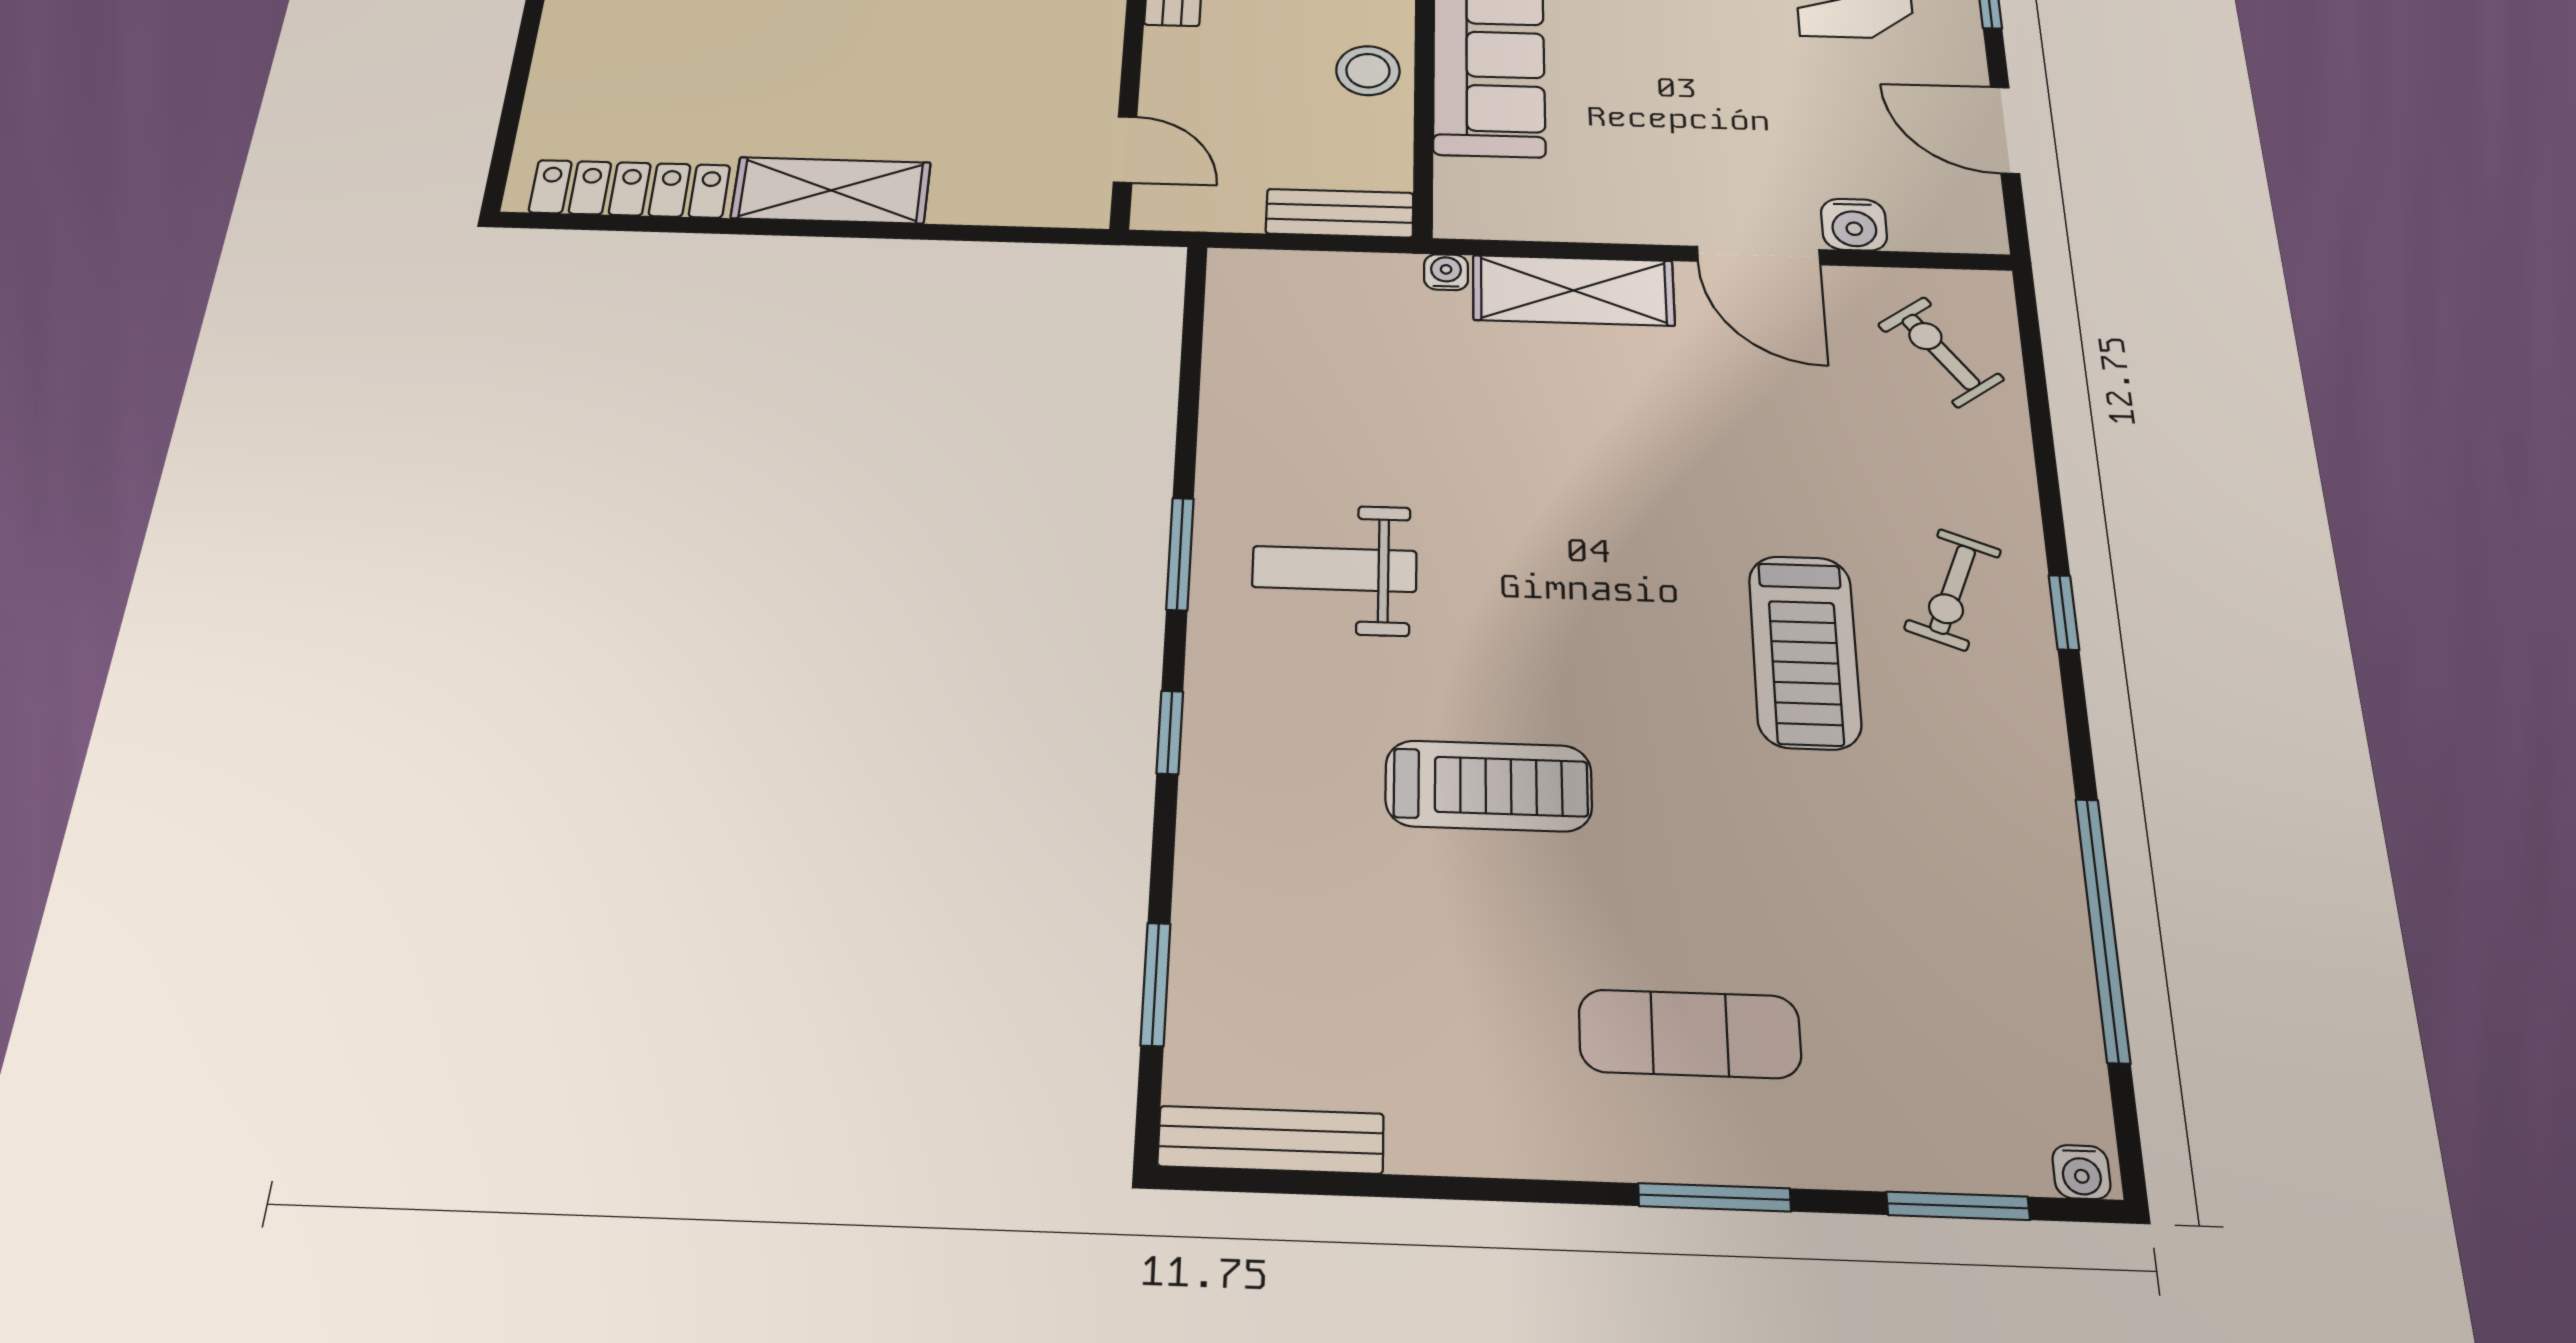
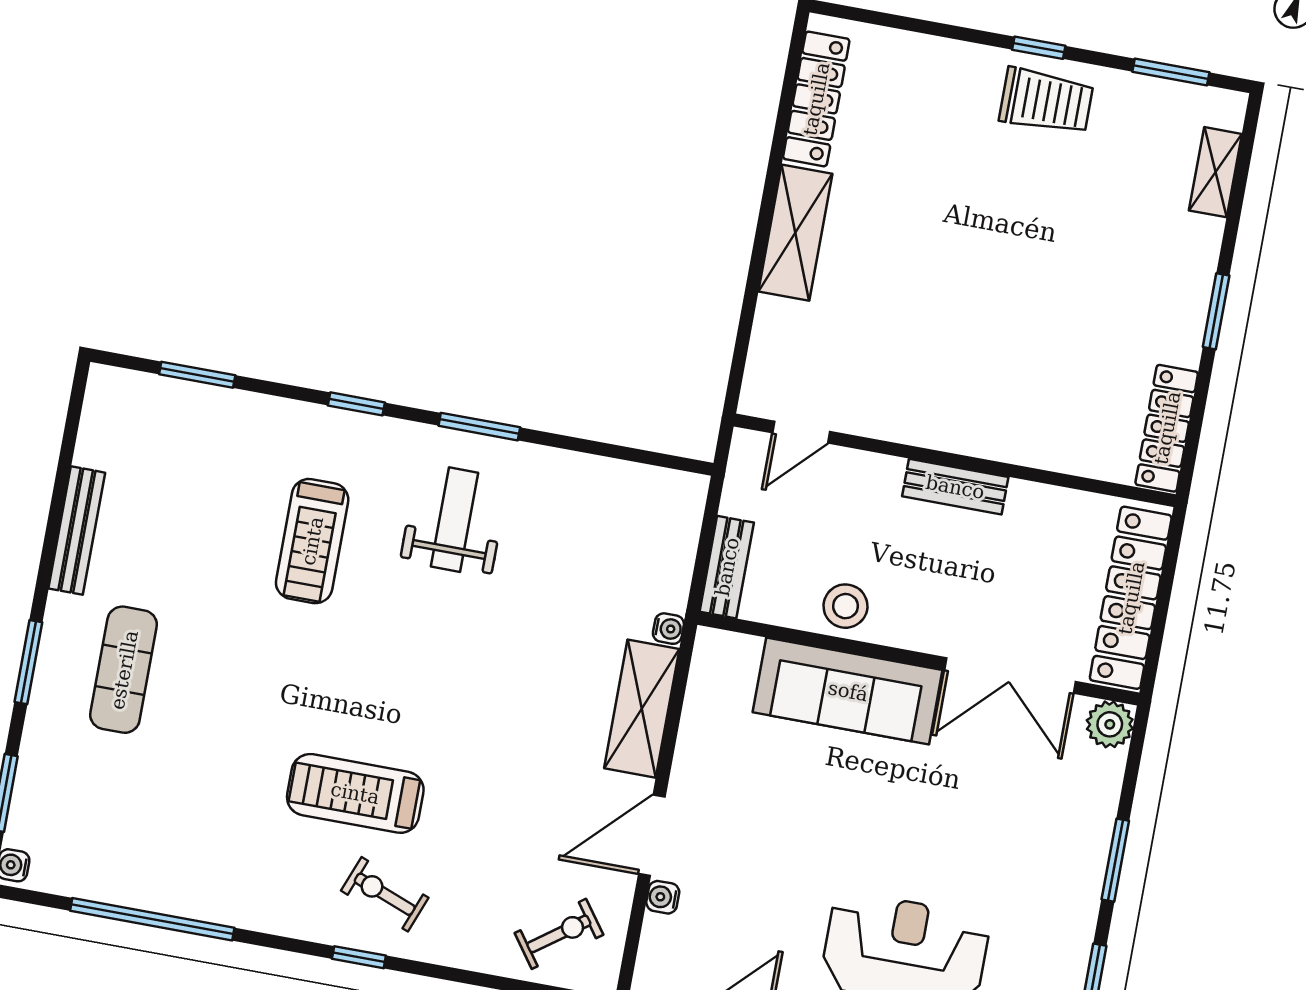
water cooler: (1854, 225) -> (663, 897), width x0.72, depth x0.72
treadmill: (1489, 786) -> (312, 541), moved
bench: (1271, 1140) -> (77, 531), moved

